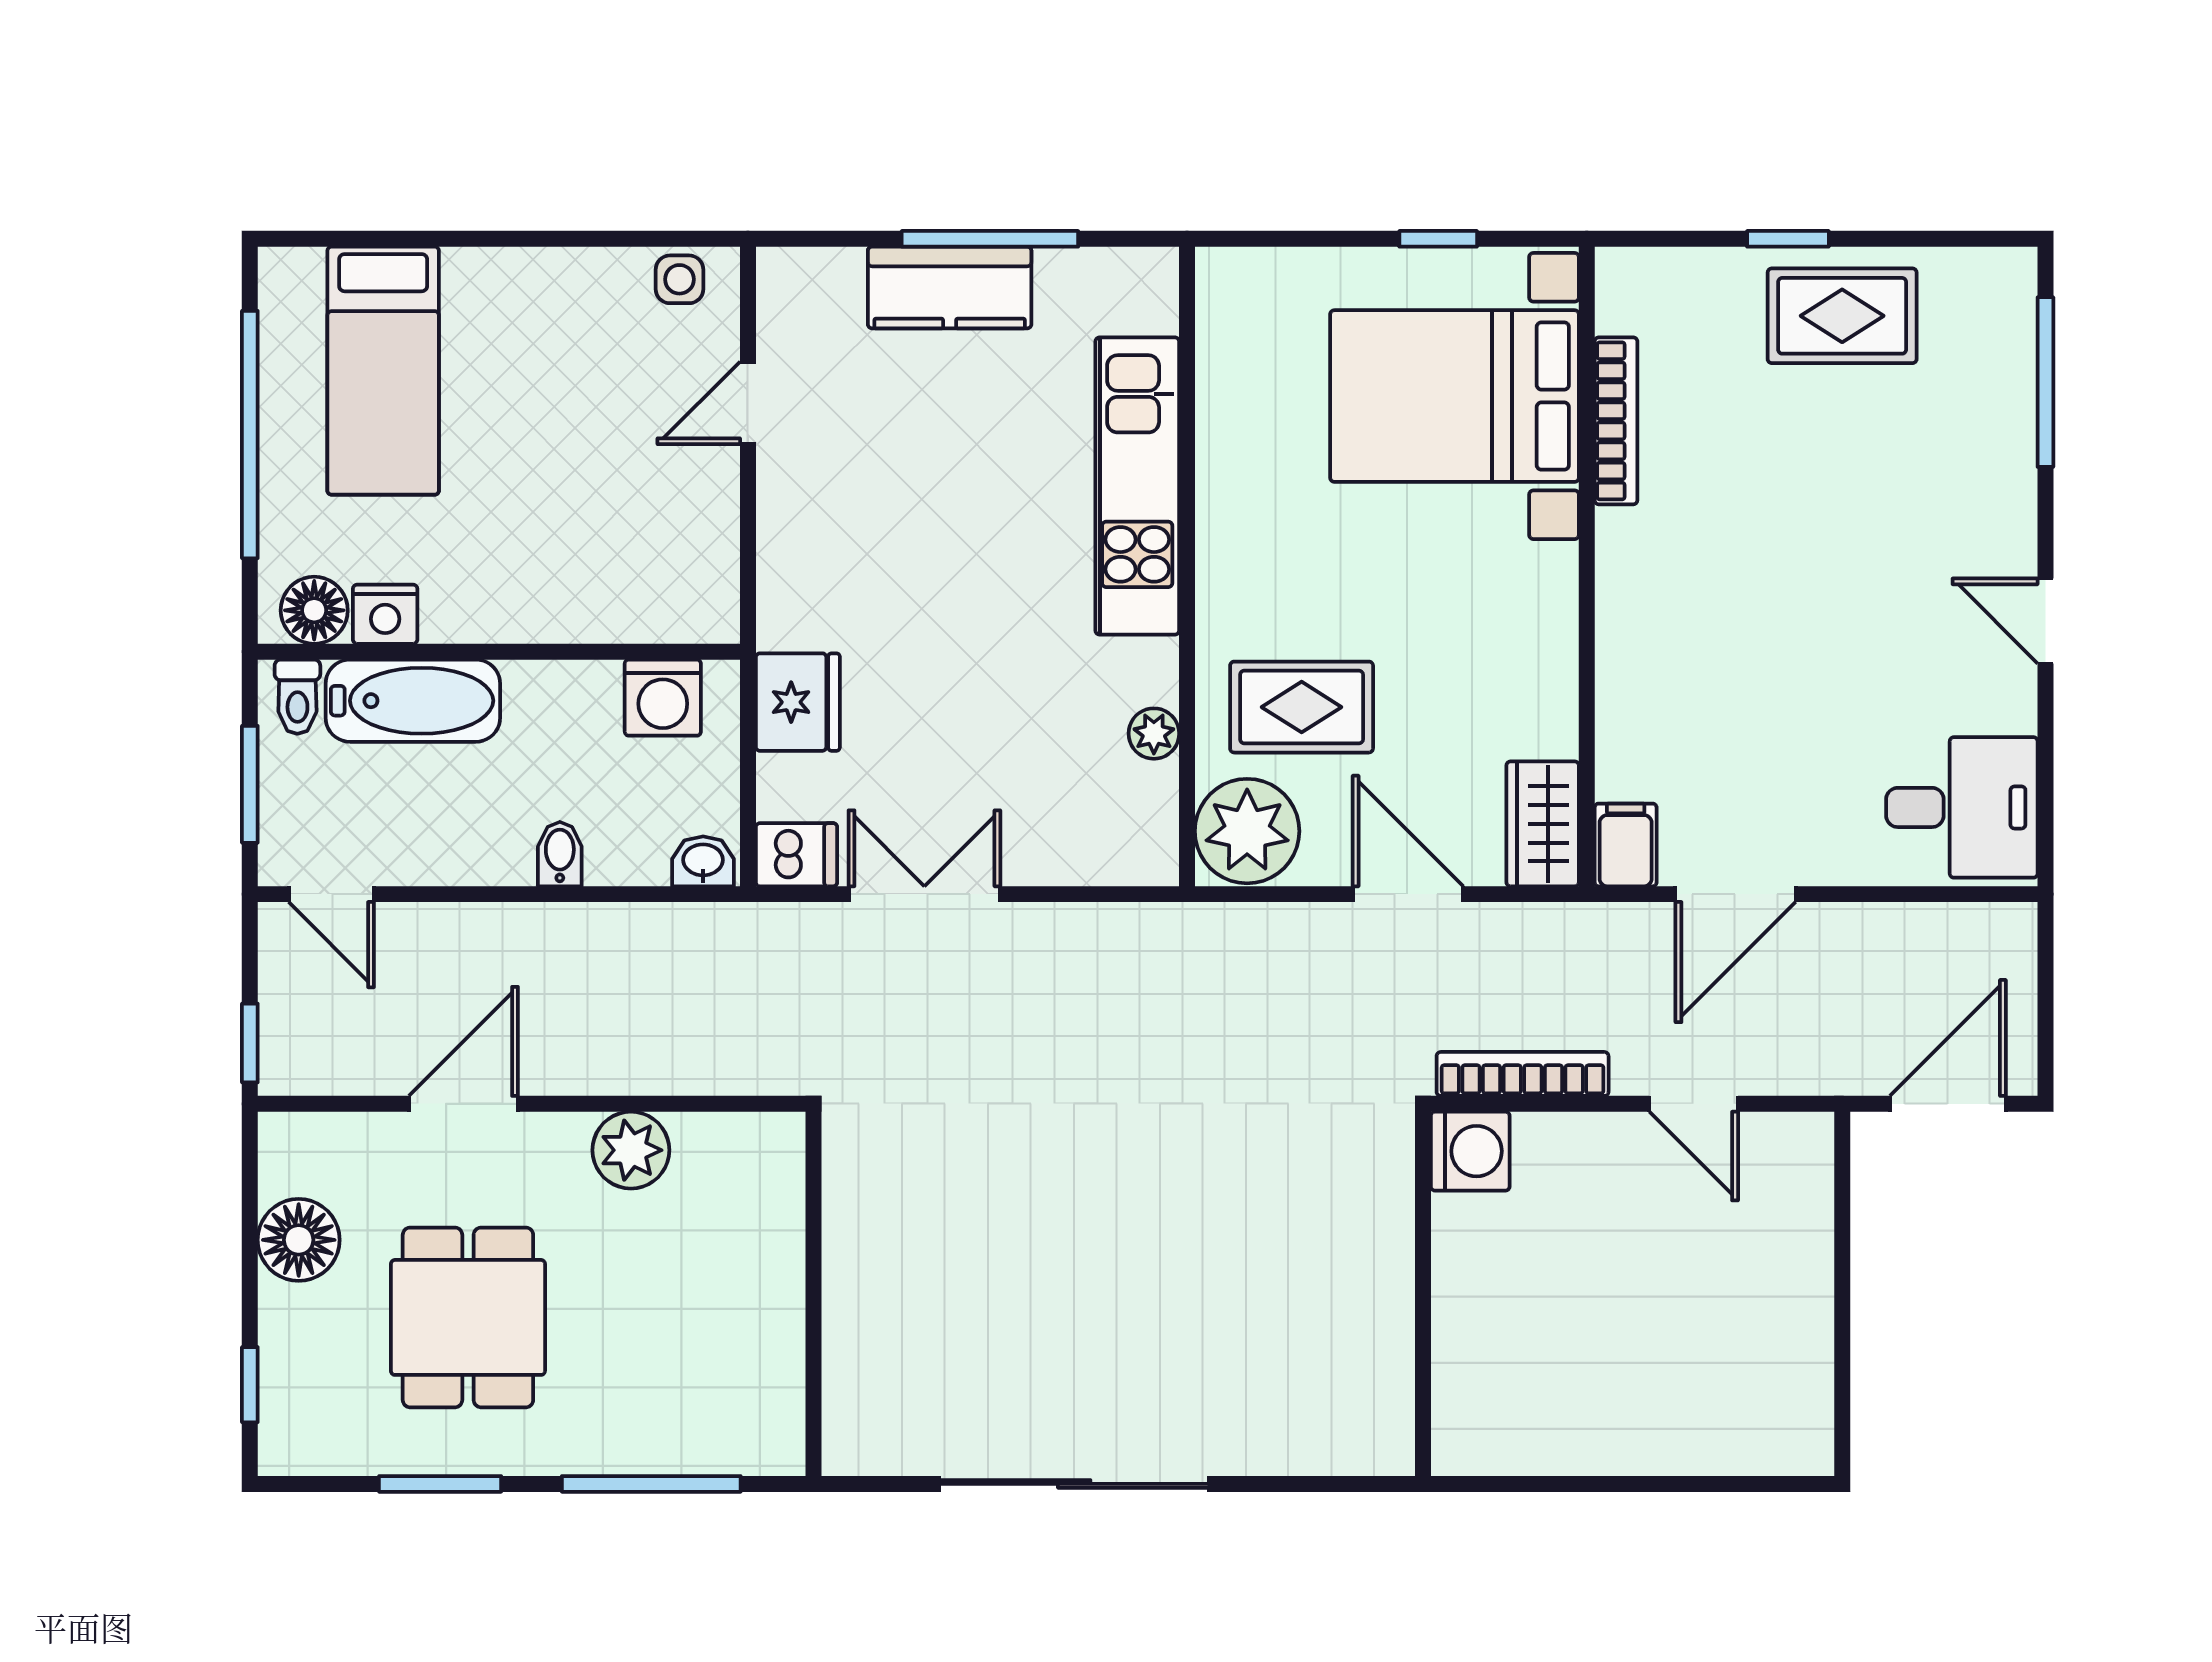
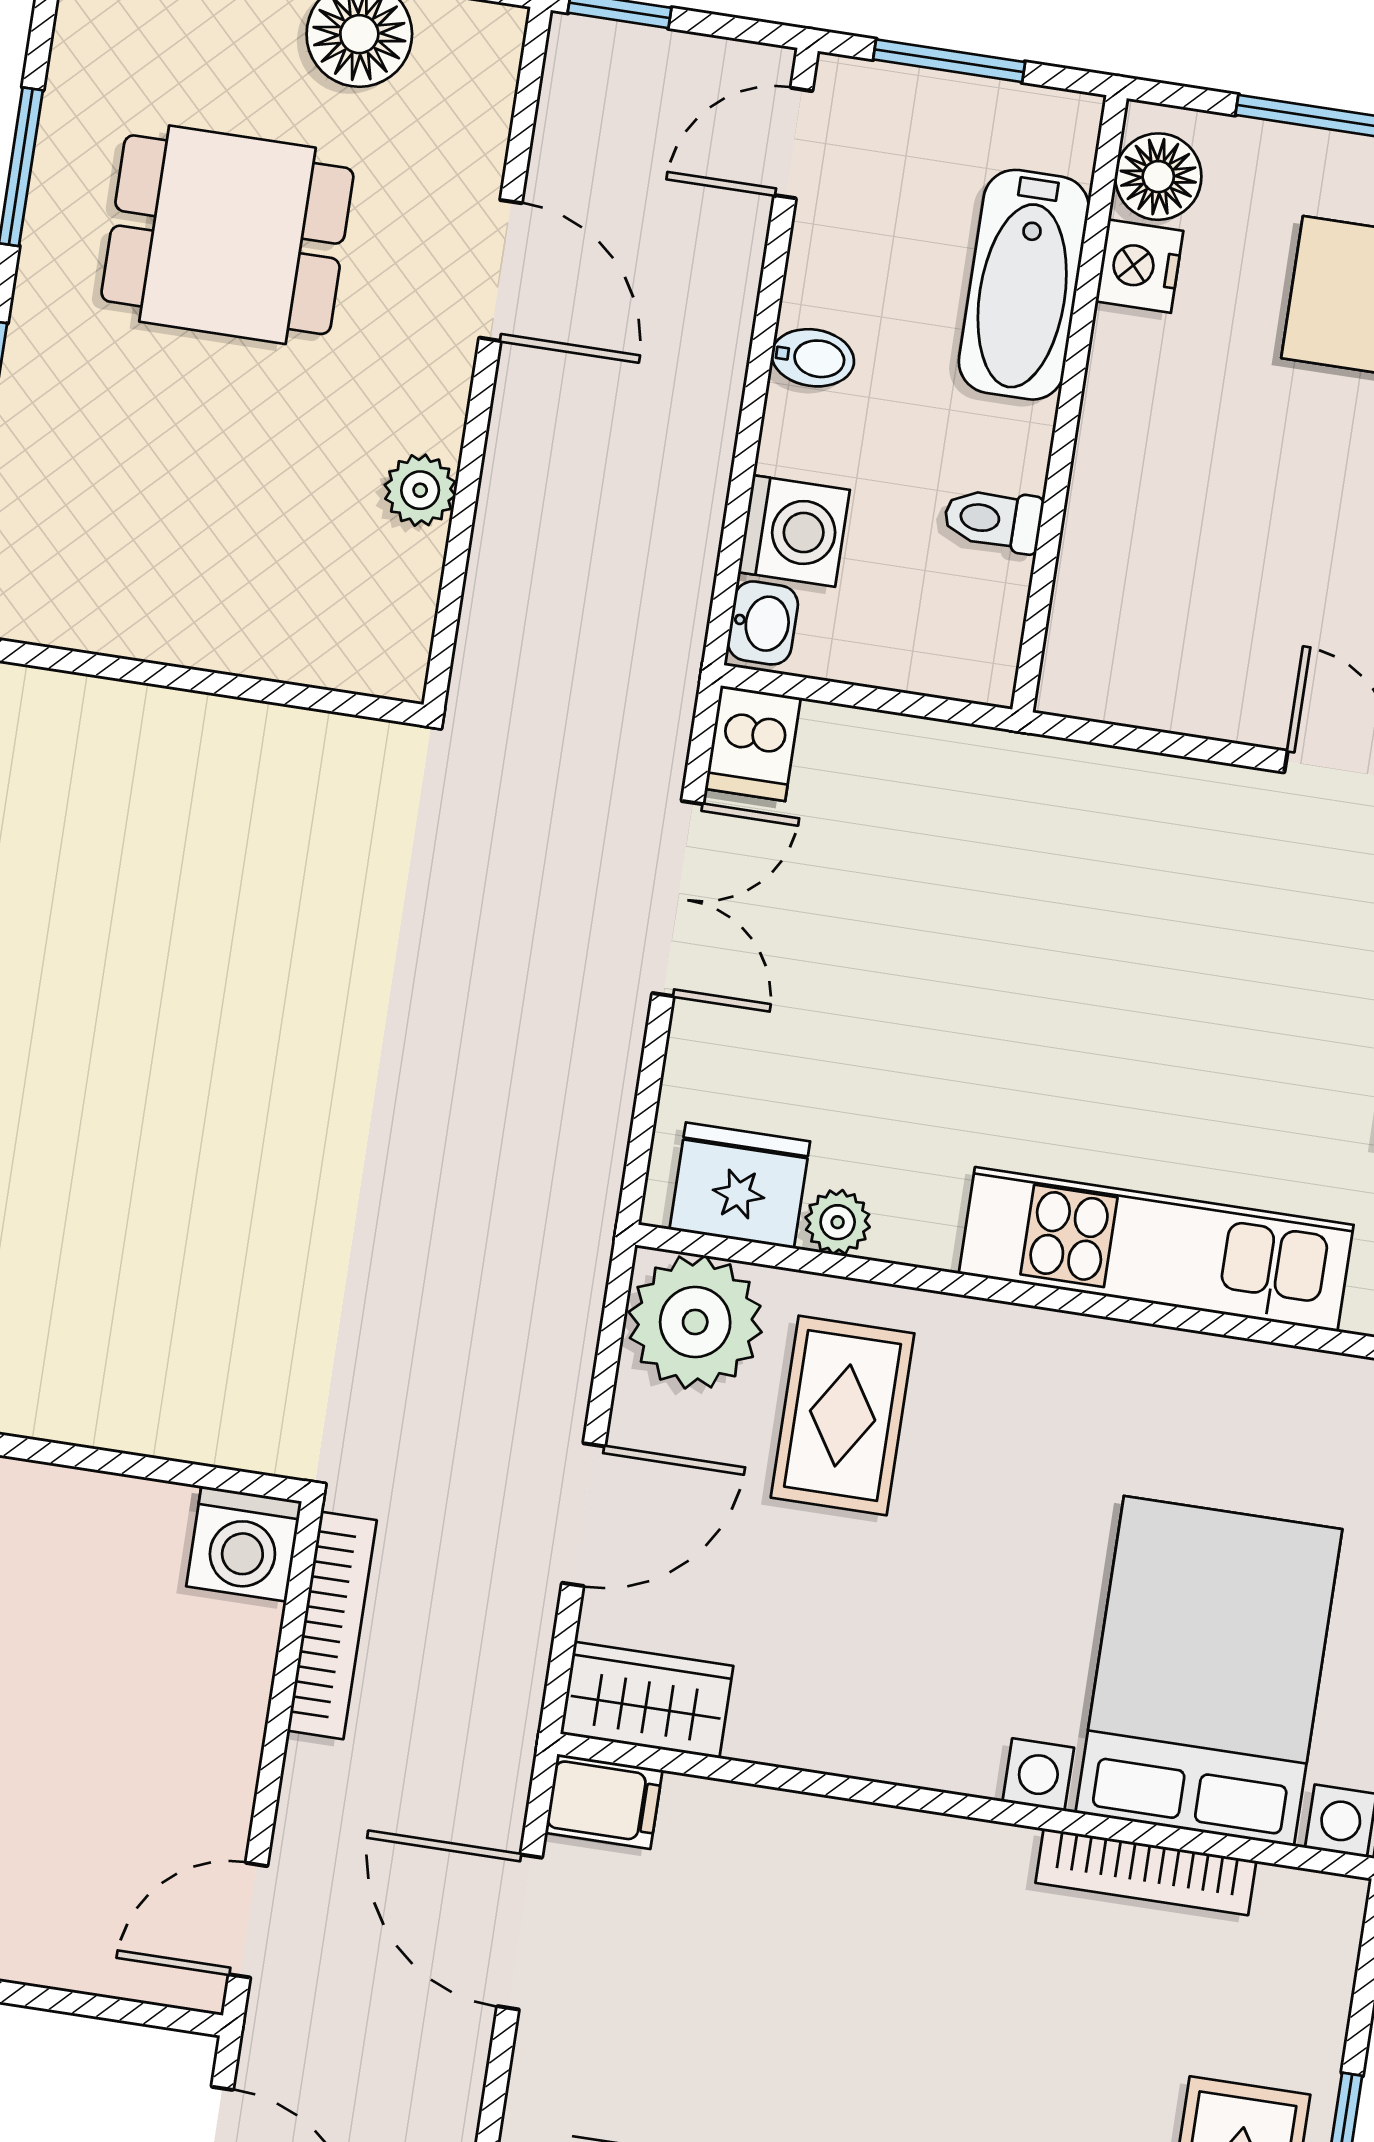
toilet: (297, 697) -> (993, 520), moved
washing machine: (663, 698) -> (794, 531), moved, turned 180
fridge: (798, 702) -> (740, 1185), moved, turned 180
bidet: (560, 854) -> (813, 358), moved
door: (1694, 1104) -> (248, 1920), moved
plant: (631, 1150) -> (420, 490), width x0.73, depth x0.73

